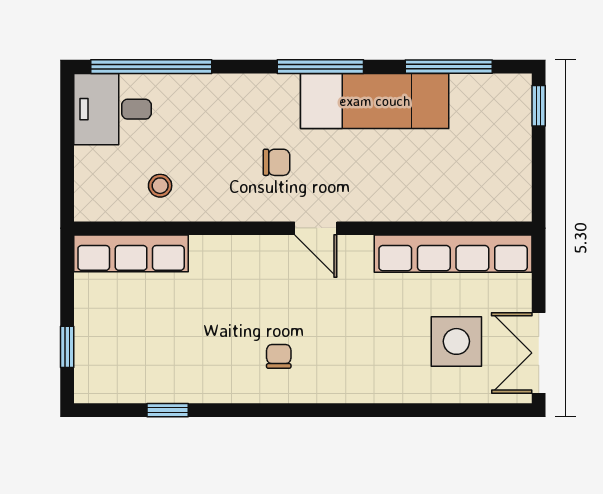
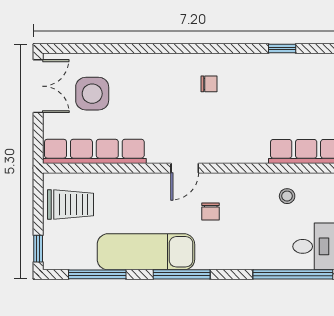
chair: (276, 162) -> (211, 211), turned -90
trolley: (489, 173) -> (70, 204), added
door: (316, 228) -> (185, 168), swing flipped
chair: (279, 356) -> (209, 84), turned -90

